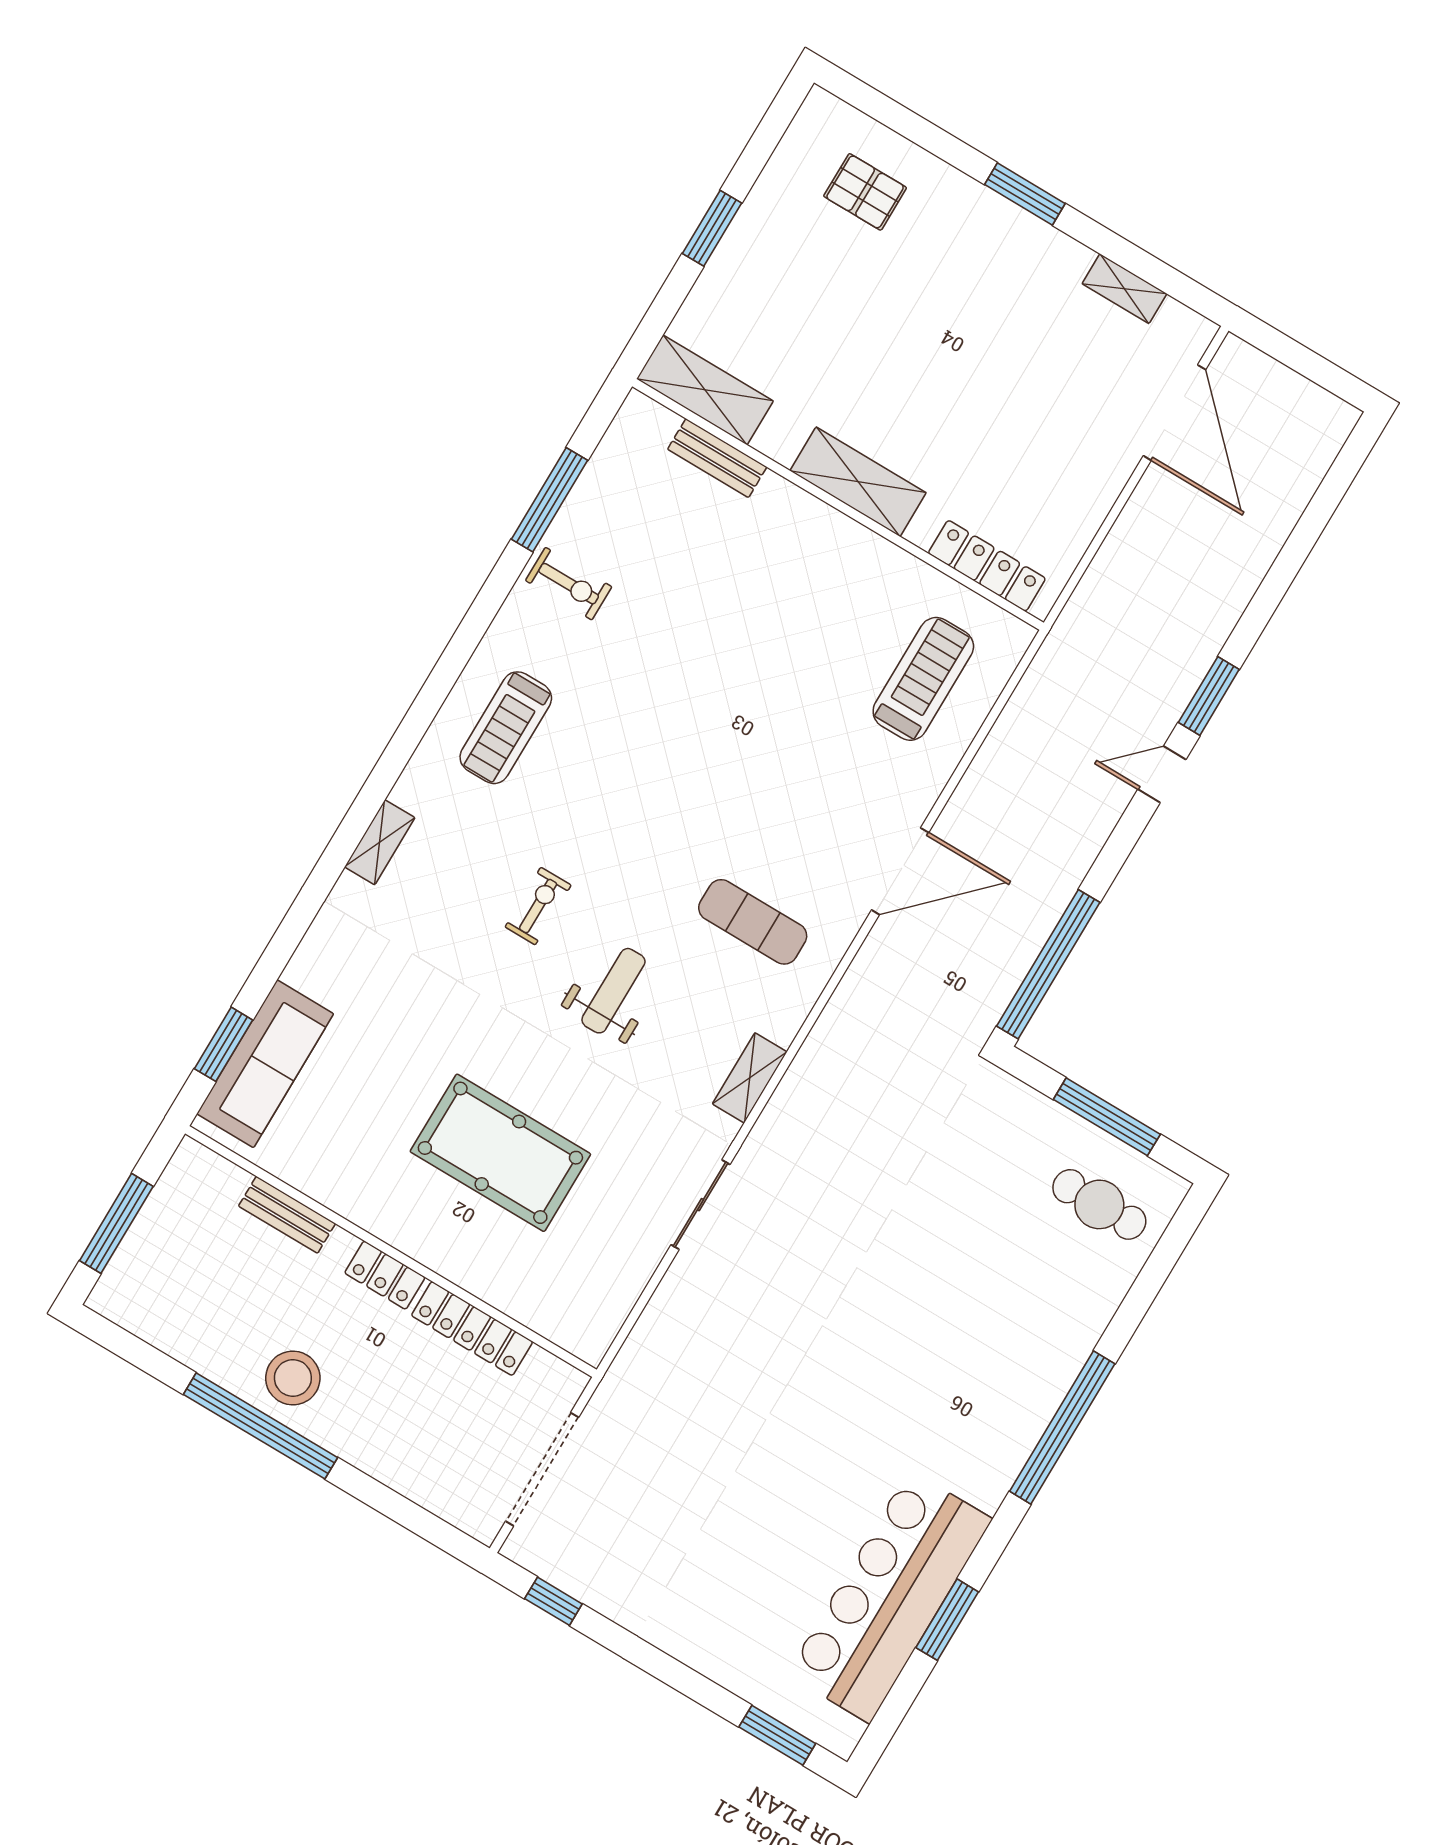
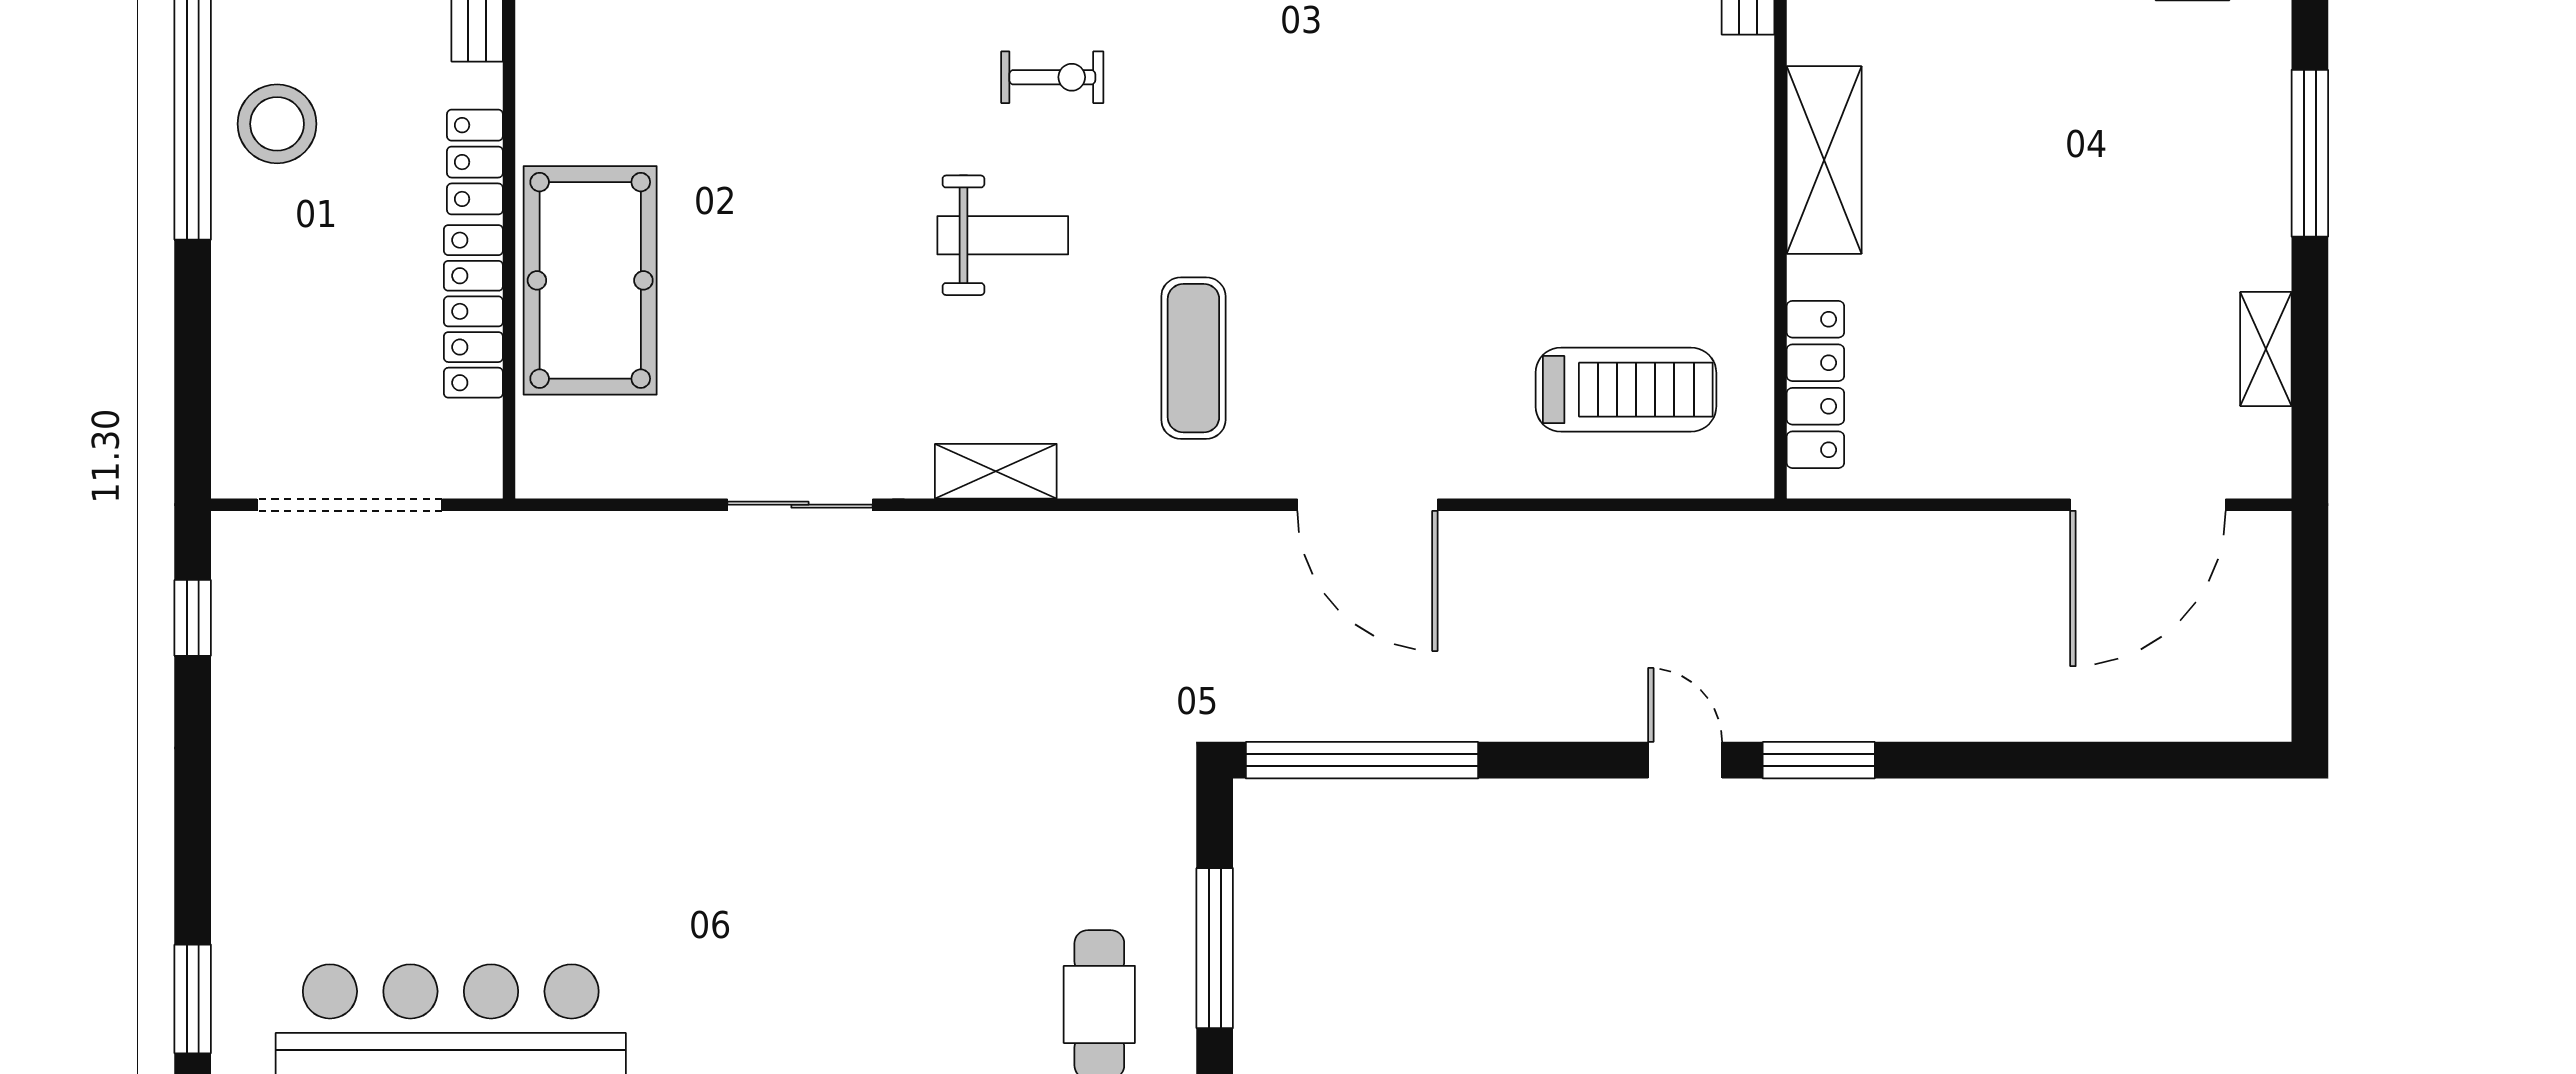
window: (1025, 194) -> (2310, 153), width x1.44
pool table: (500, 1153) -> (590, 280), moved

